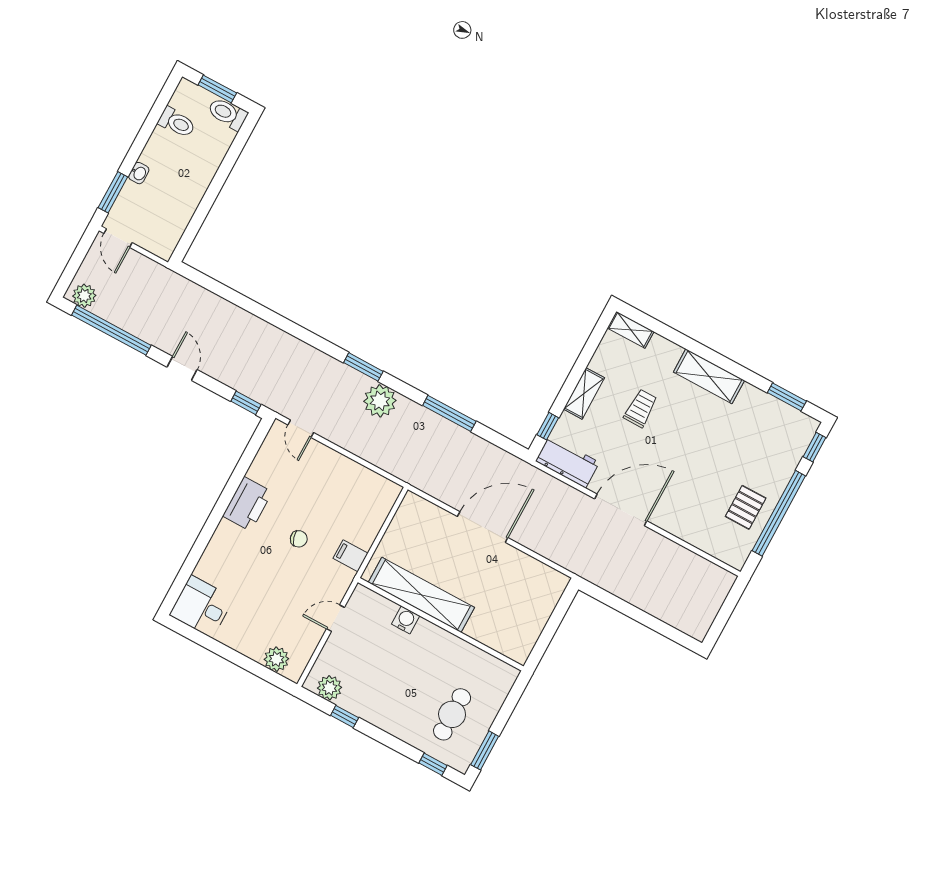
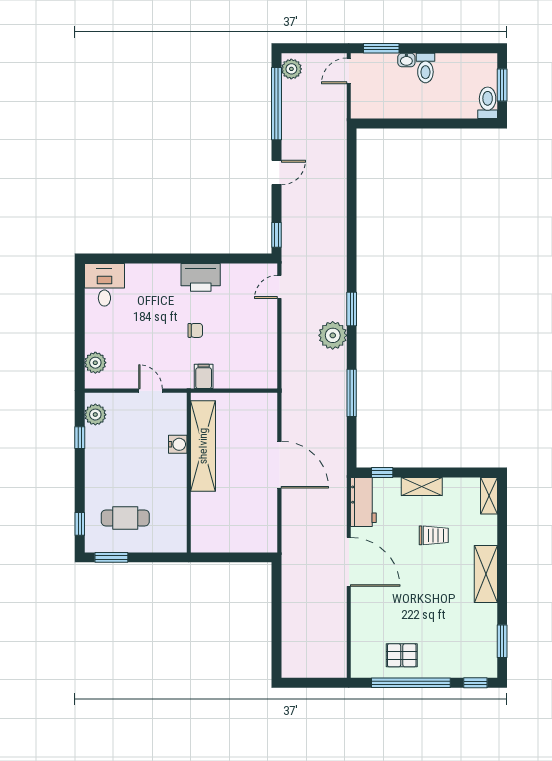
toilet: (177, 123) -> (425, 68), moved
chair: (299, 539) -> (195, 330), turned -73

